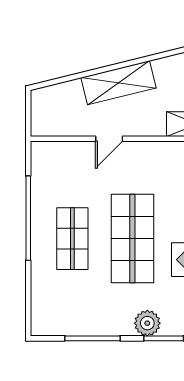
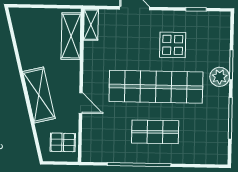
pallet: (56, 116) -> (63, 142), added
shop shelf: (132, 239) -> (156, 87), width x1.40

